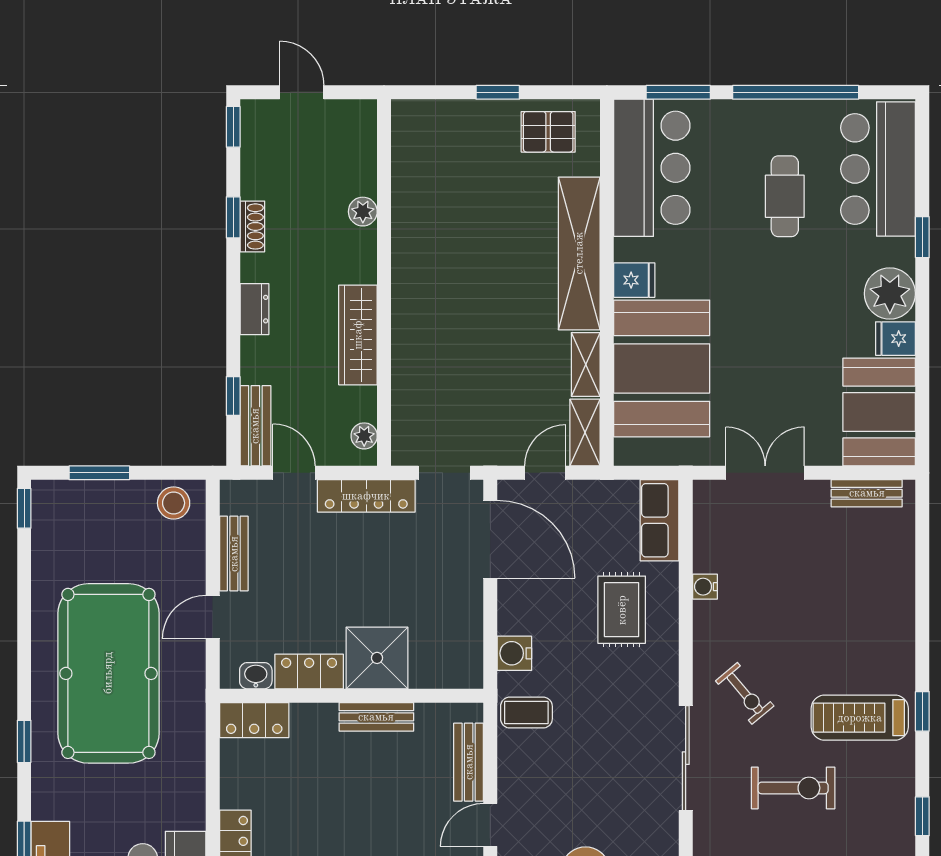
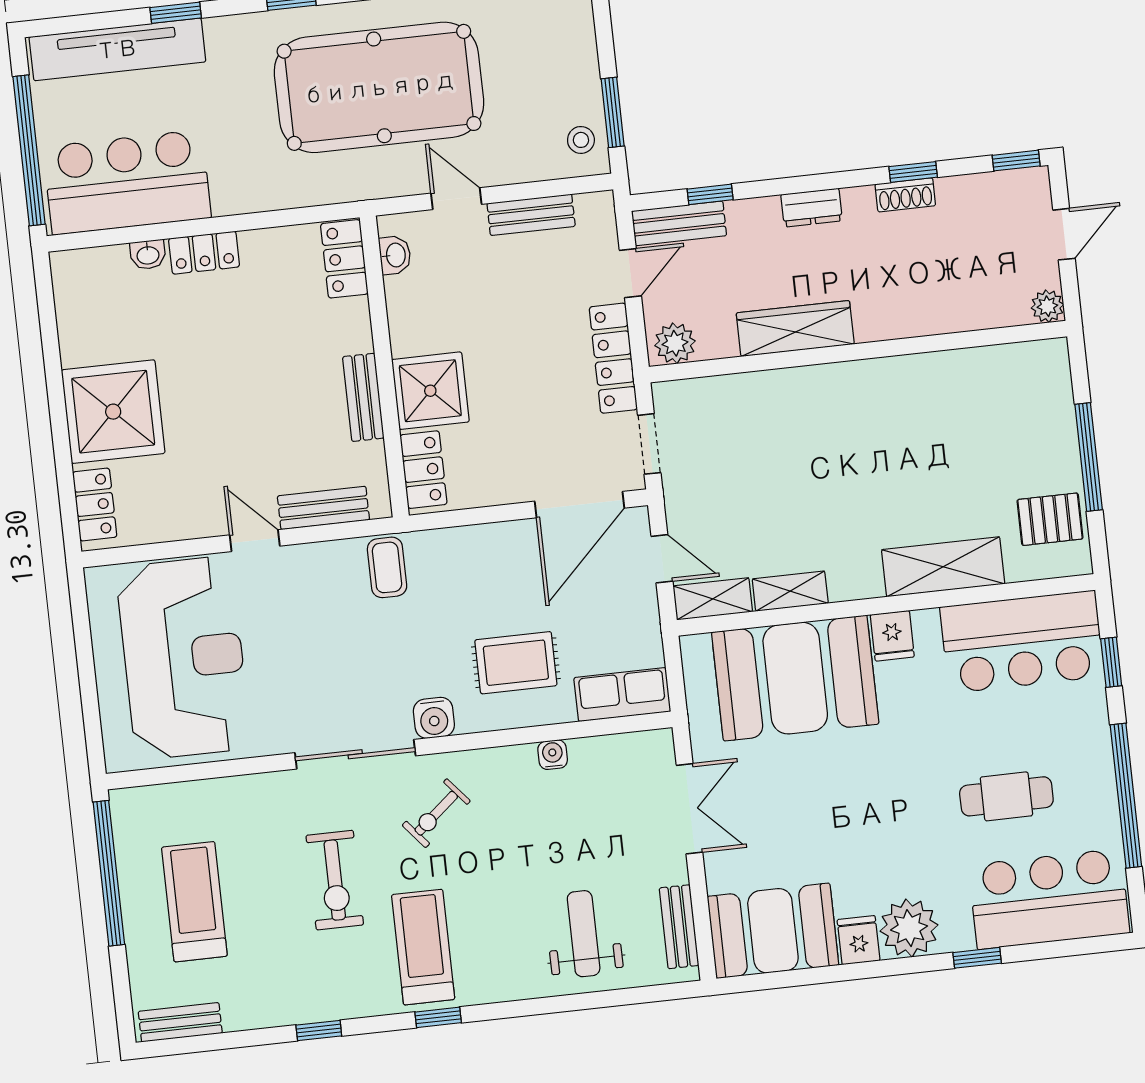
window: (498, 92) -> (1089, 457), width x2.17
window: (678, 92) -> (1111, 662), width x0.67
pallet: (548, 132) -> (1050, 519), turned 90
plant: (363, 212) -> (1047, 306), moved
shelving: (579, 253) -> (943, 567), width x0.68
plant: (364, 436) -> (675, 343), width x1.38, depth x1.38
window: (99, 473) -> (613, 112), moved
stool: (174, 503) -> (581, 140), width x0.73, depth x0.73
weight bench: (864, 577) -> (584, 934), added
water cooler: (514, 653) -> (434, 718), moved, turned 180
locker: (309, 671) -> (423, 470), moved

